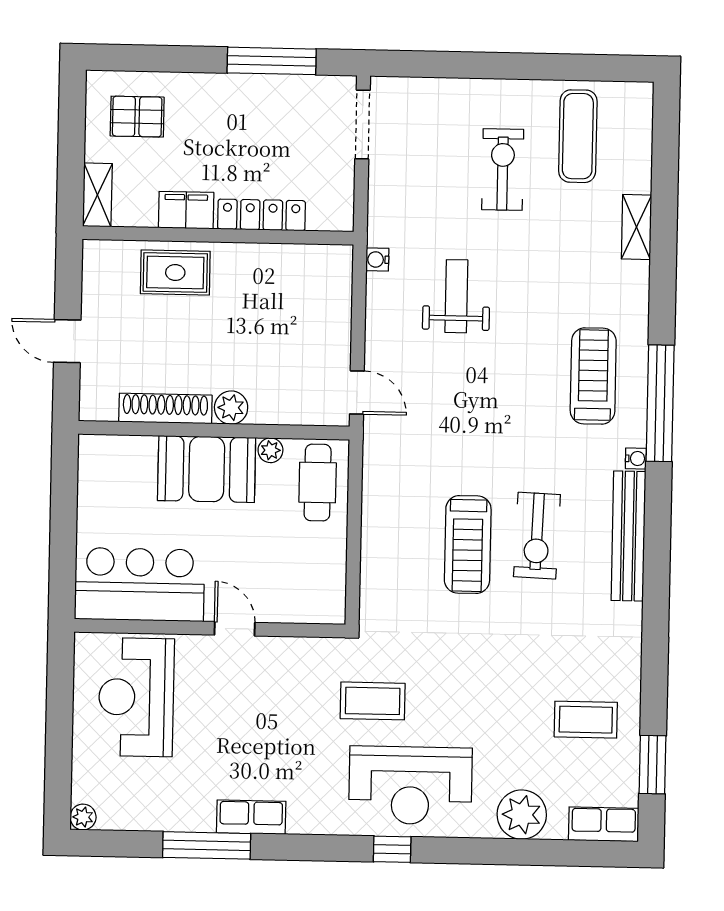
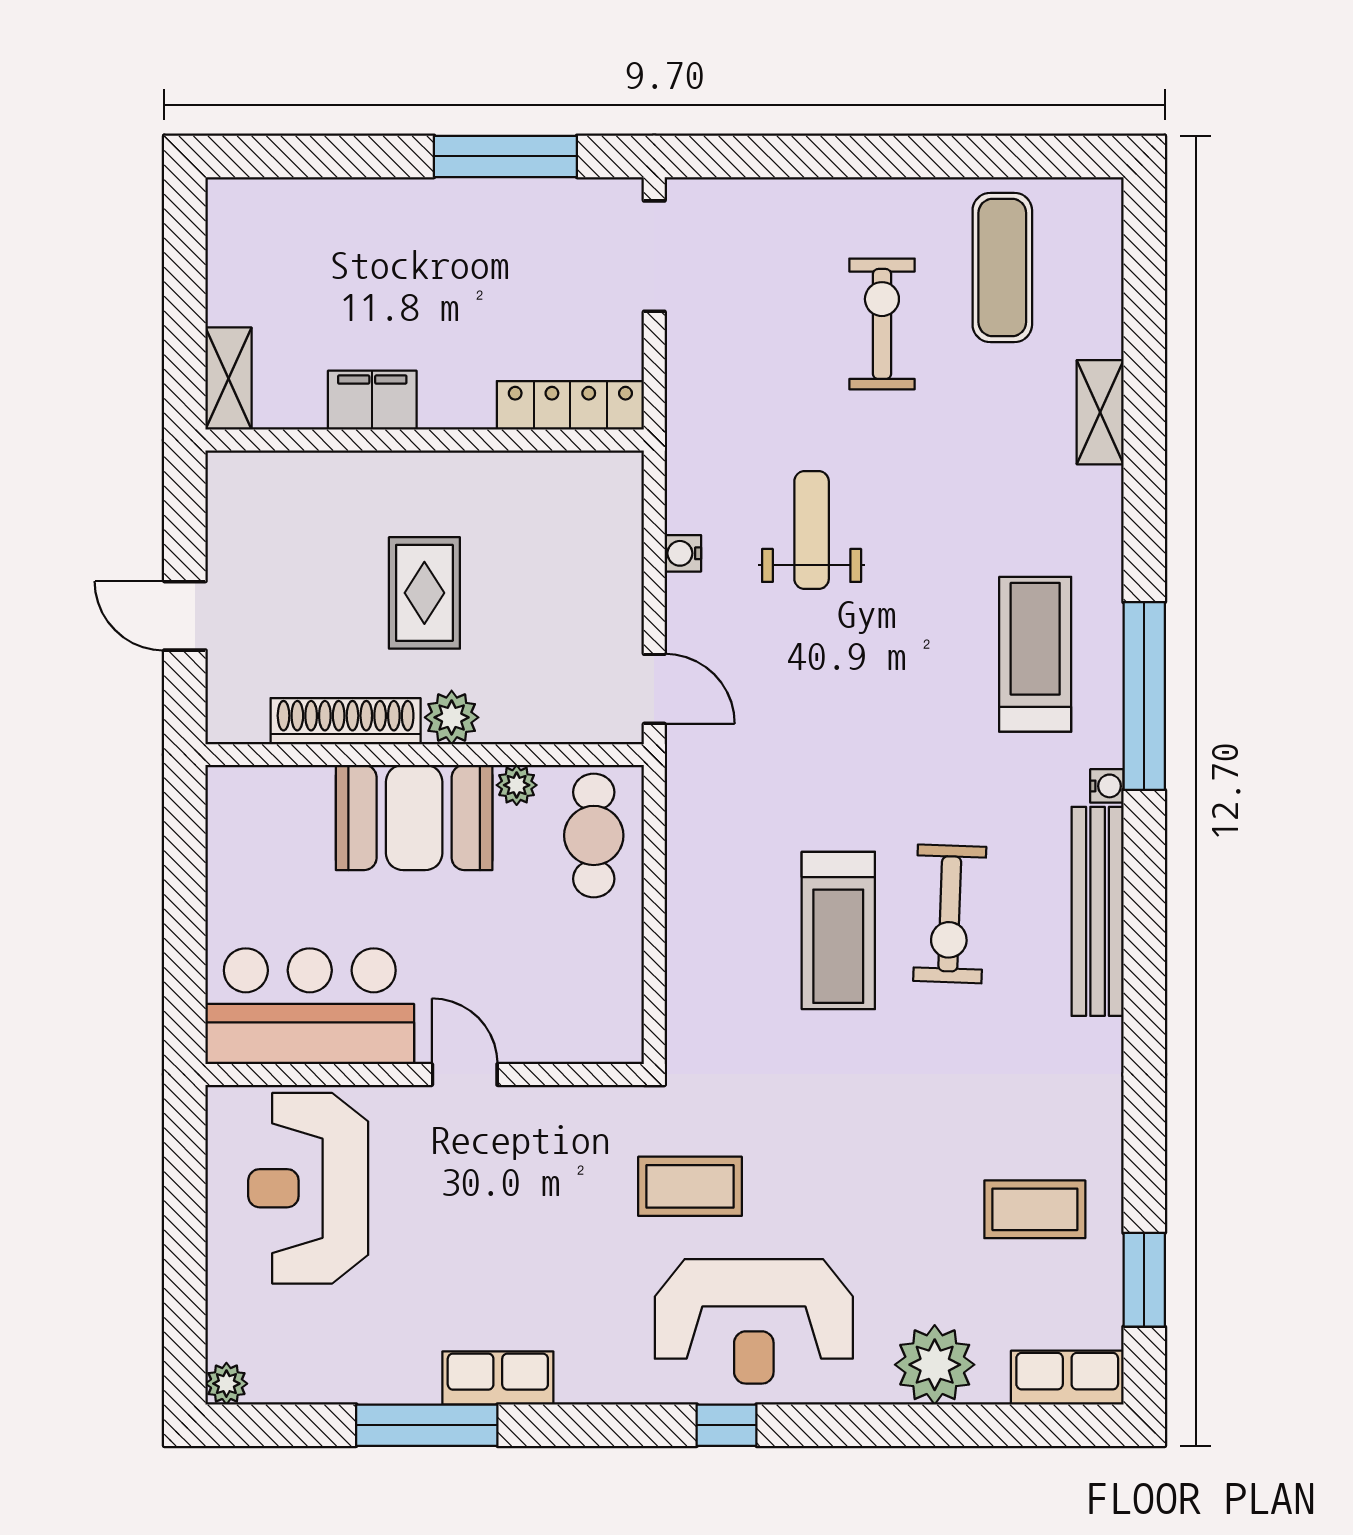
pallet: (137, 117) -> (290, 251), removed
locker: (261, 215) -> (570, 405), moved
water cooler: (377, 259) -> (683, 553), moved
rug: (175, 273) -> (424, 593), moved, turned 90

